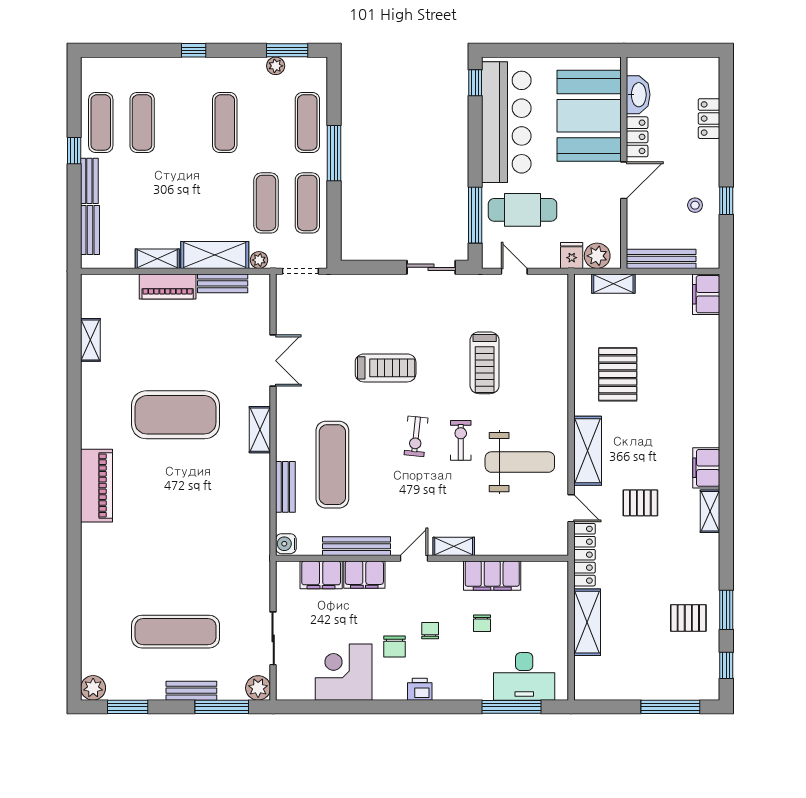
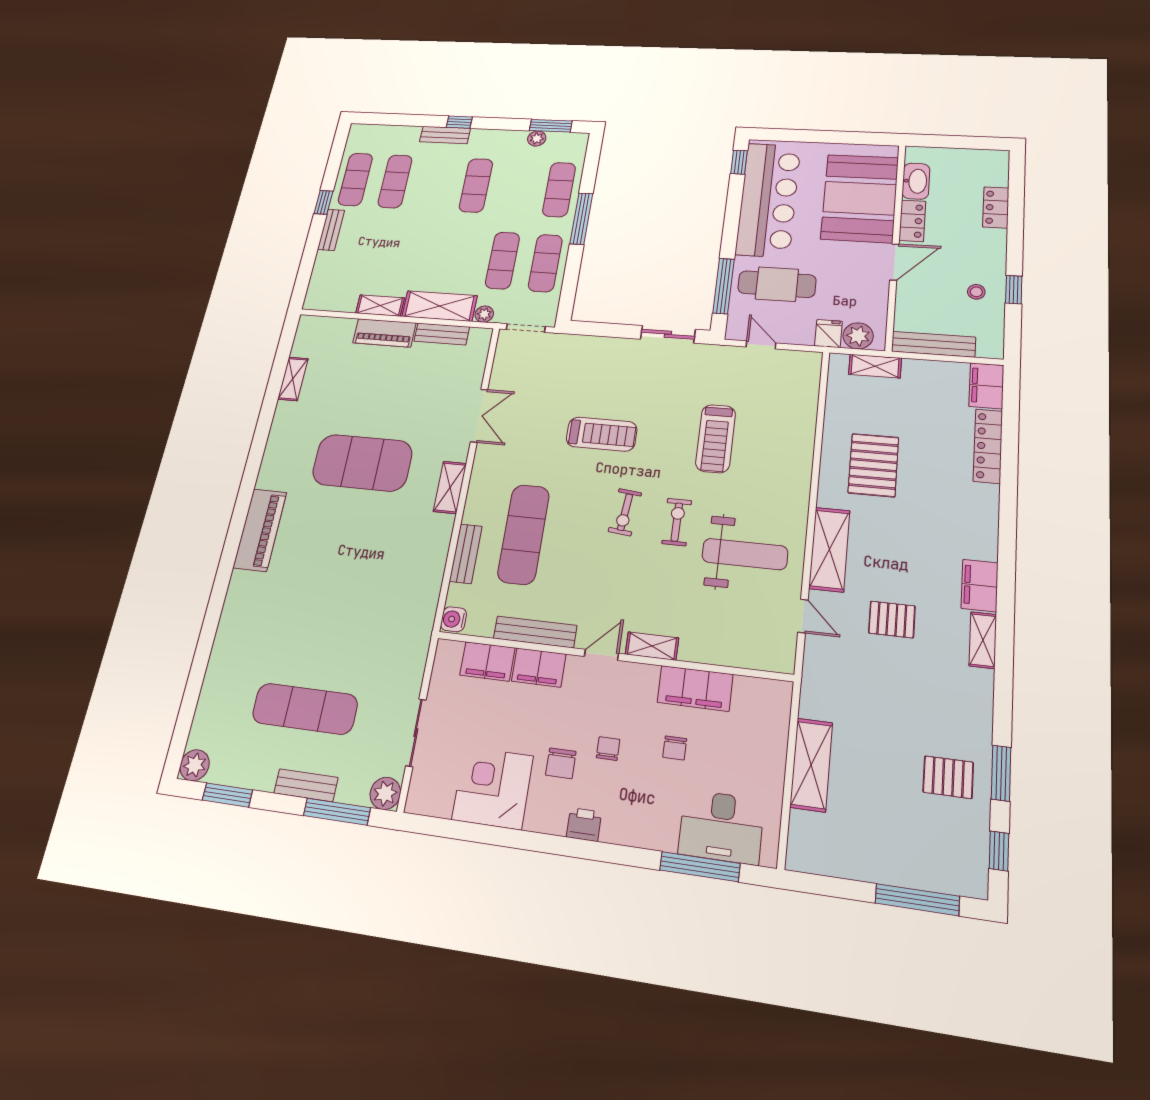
bench: (90, 230) -> (445, 135), moved, turned 90
locker: (584, 555) -> (988, 446), moved, turned 180

